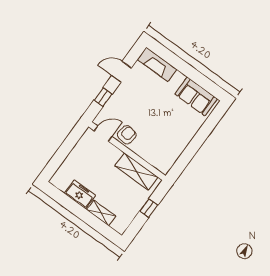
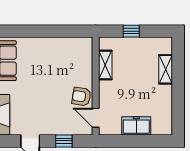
shelving: (136, 171) -> (105, 65), width x0.67, depth x0.75
freezer: (80, 194) -> (136, 126), moved, turned 90

